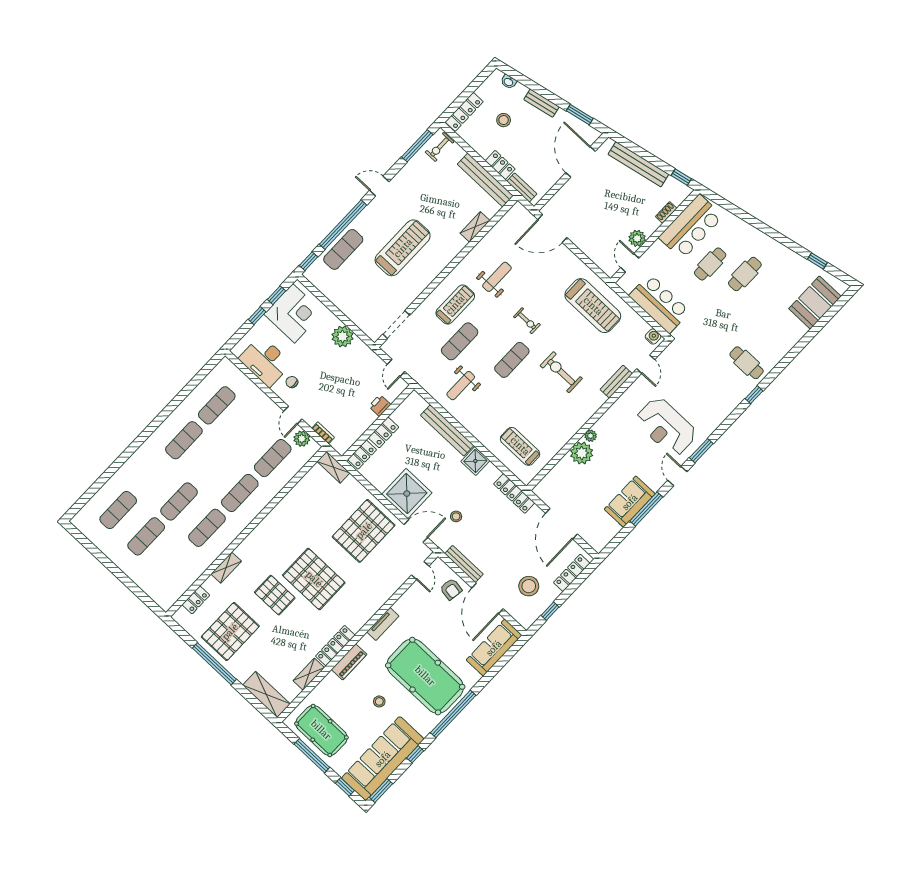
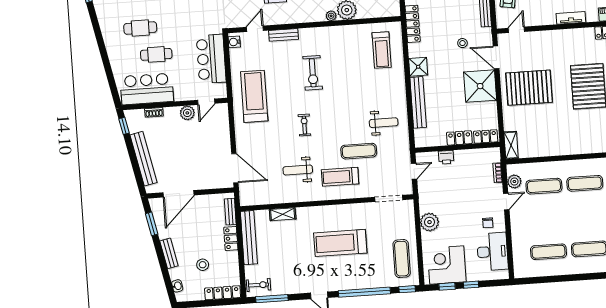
exercise mat: (343, 249) -> (402, 259), moved, turned 90
exercise mat: (512, 360) -> (337, 109), removed

